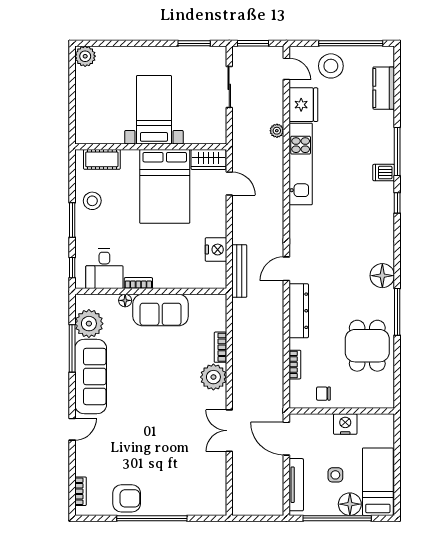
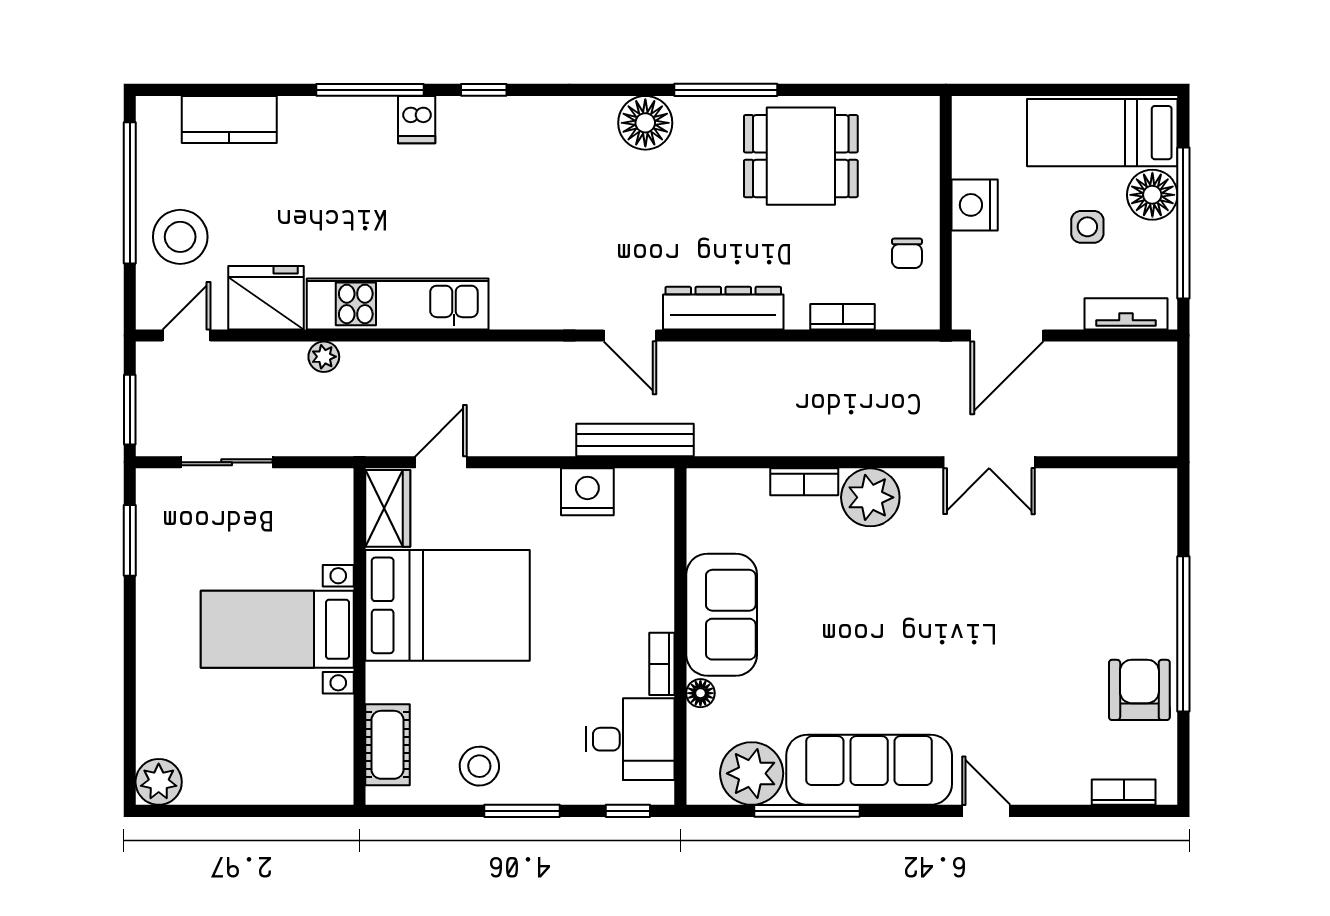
tv unit: (296, 485) -> (1126, 314), width x0.71

